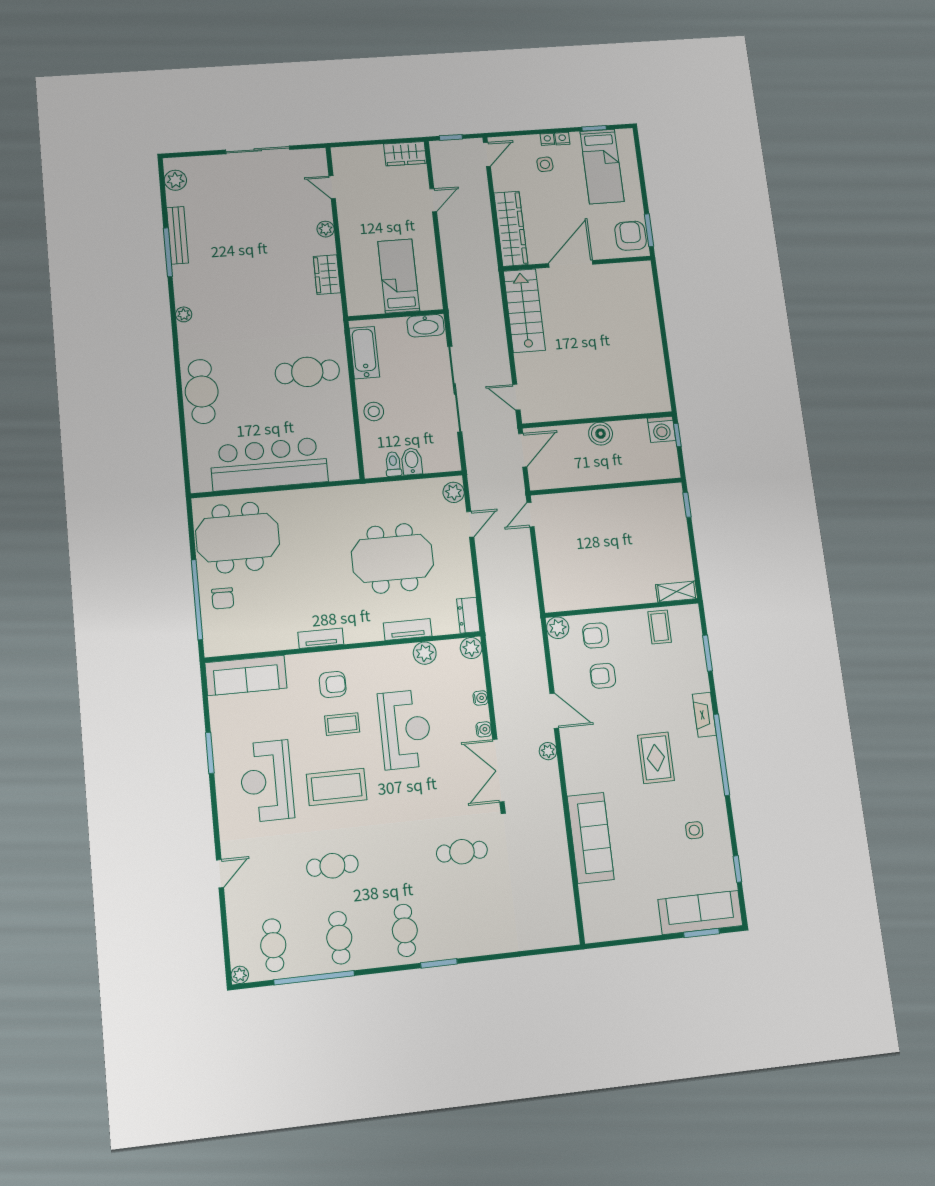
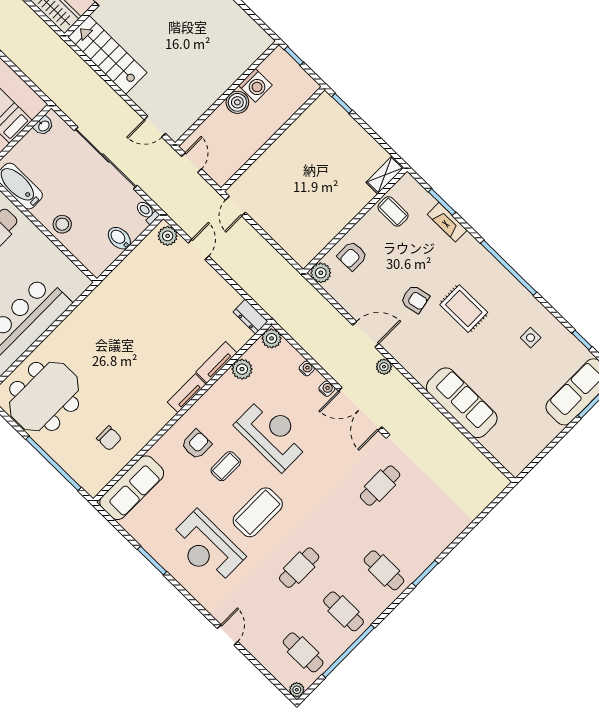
washbasin: (426, 326) -> (44, 126), width x0.52, depth x0.69
washing machine: (662, 429) -> (255, 85), moved
door: (523, 450) -> (191, 163), width x0.73
toilet: (393, 464) -> (147, 212), moved
meeting table: (392, 558) -> (164, 320), removed
chair: (223, 598) -> (109, 438), moved
tv unit: (321, 638) -> (187, 393), moved
armchair: (603, 676) -> (415, 299), moved, turned -102
fireplace: (704, 715) -> (447, 222), moved

